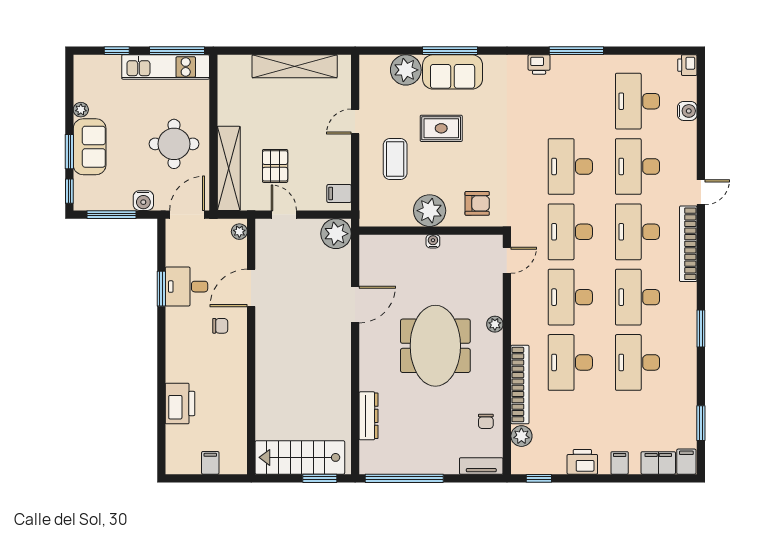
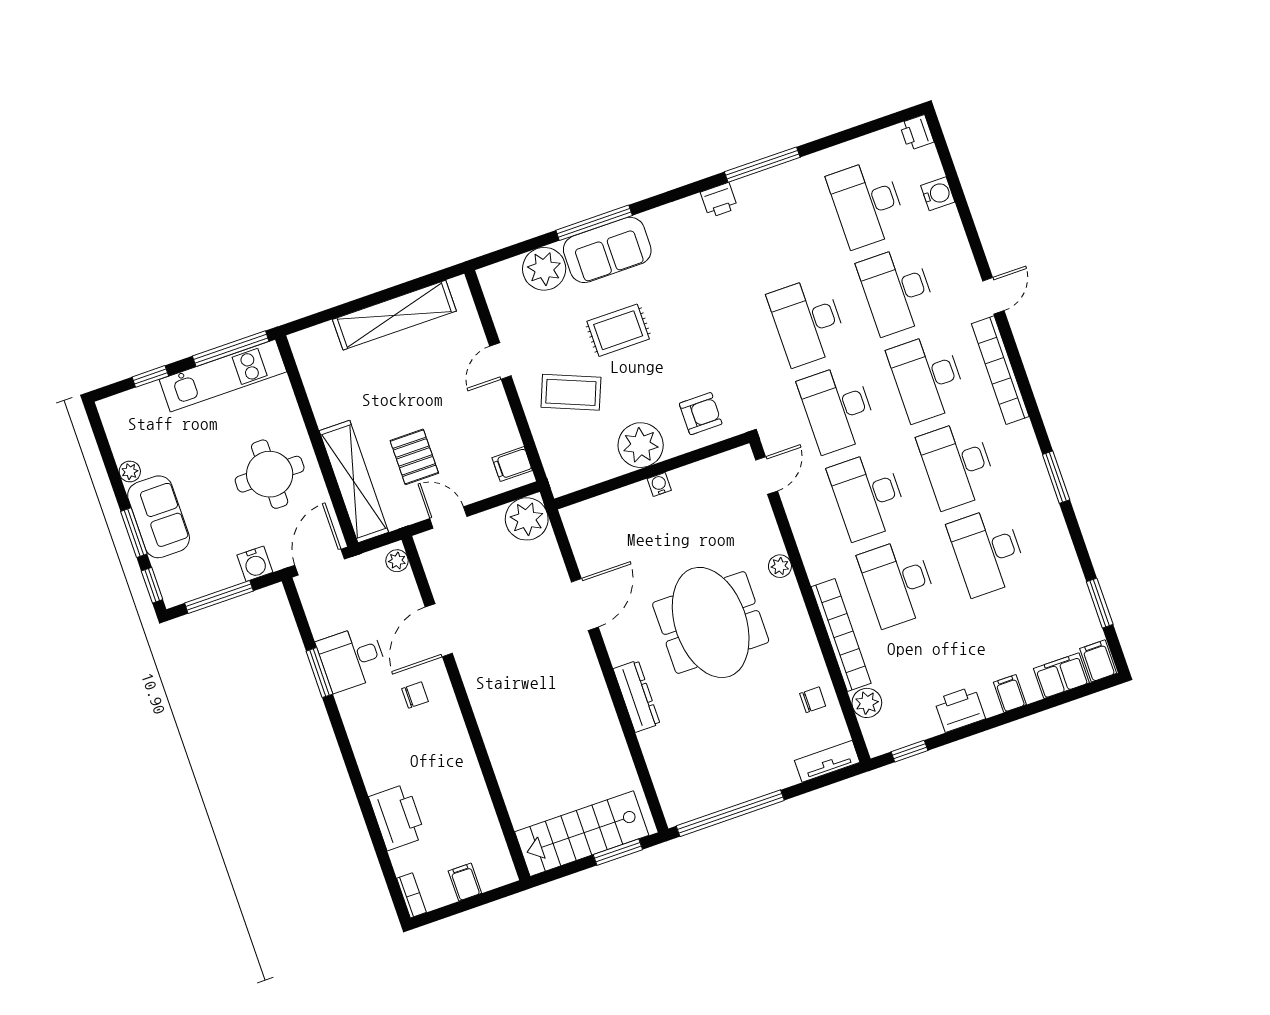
coffee table: (395, 159) -> (571, 392), turned -68
dresser: (369, 416) -> (637, 696), moved
chair: (486, 421) -> (813, 700), turned -90
bookcase: (171, 459) -> (411, 895), added

